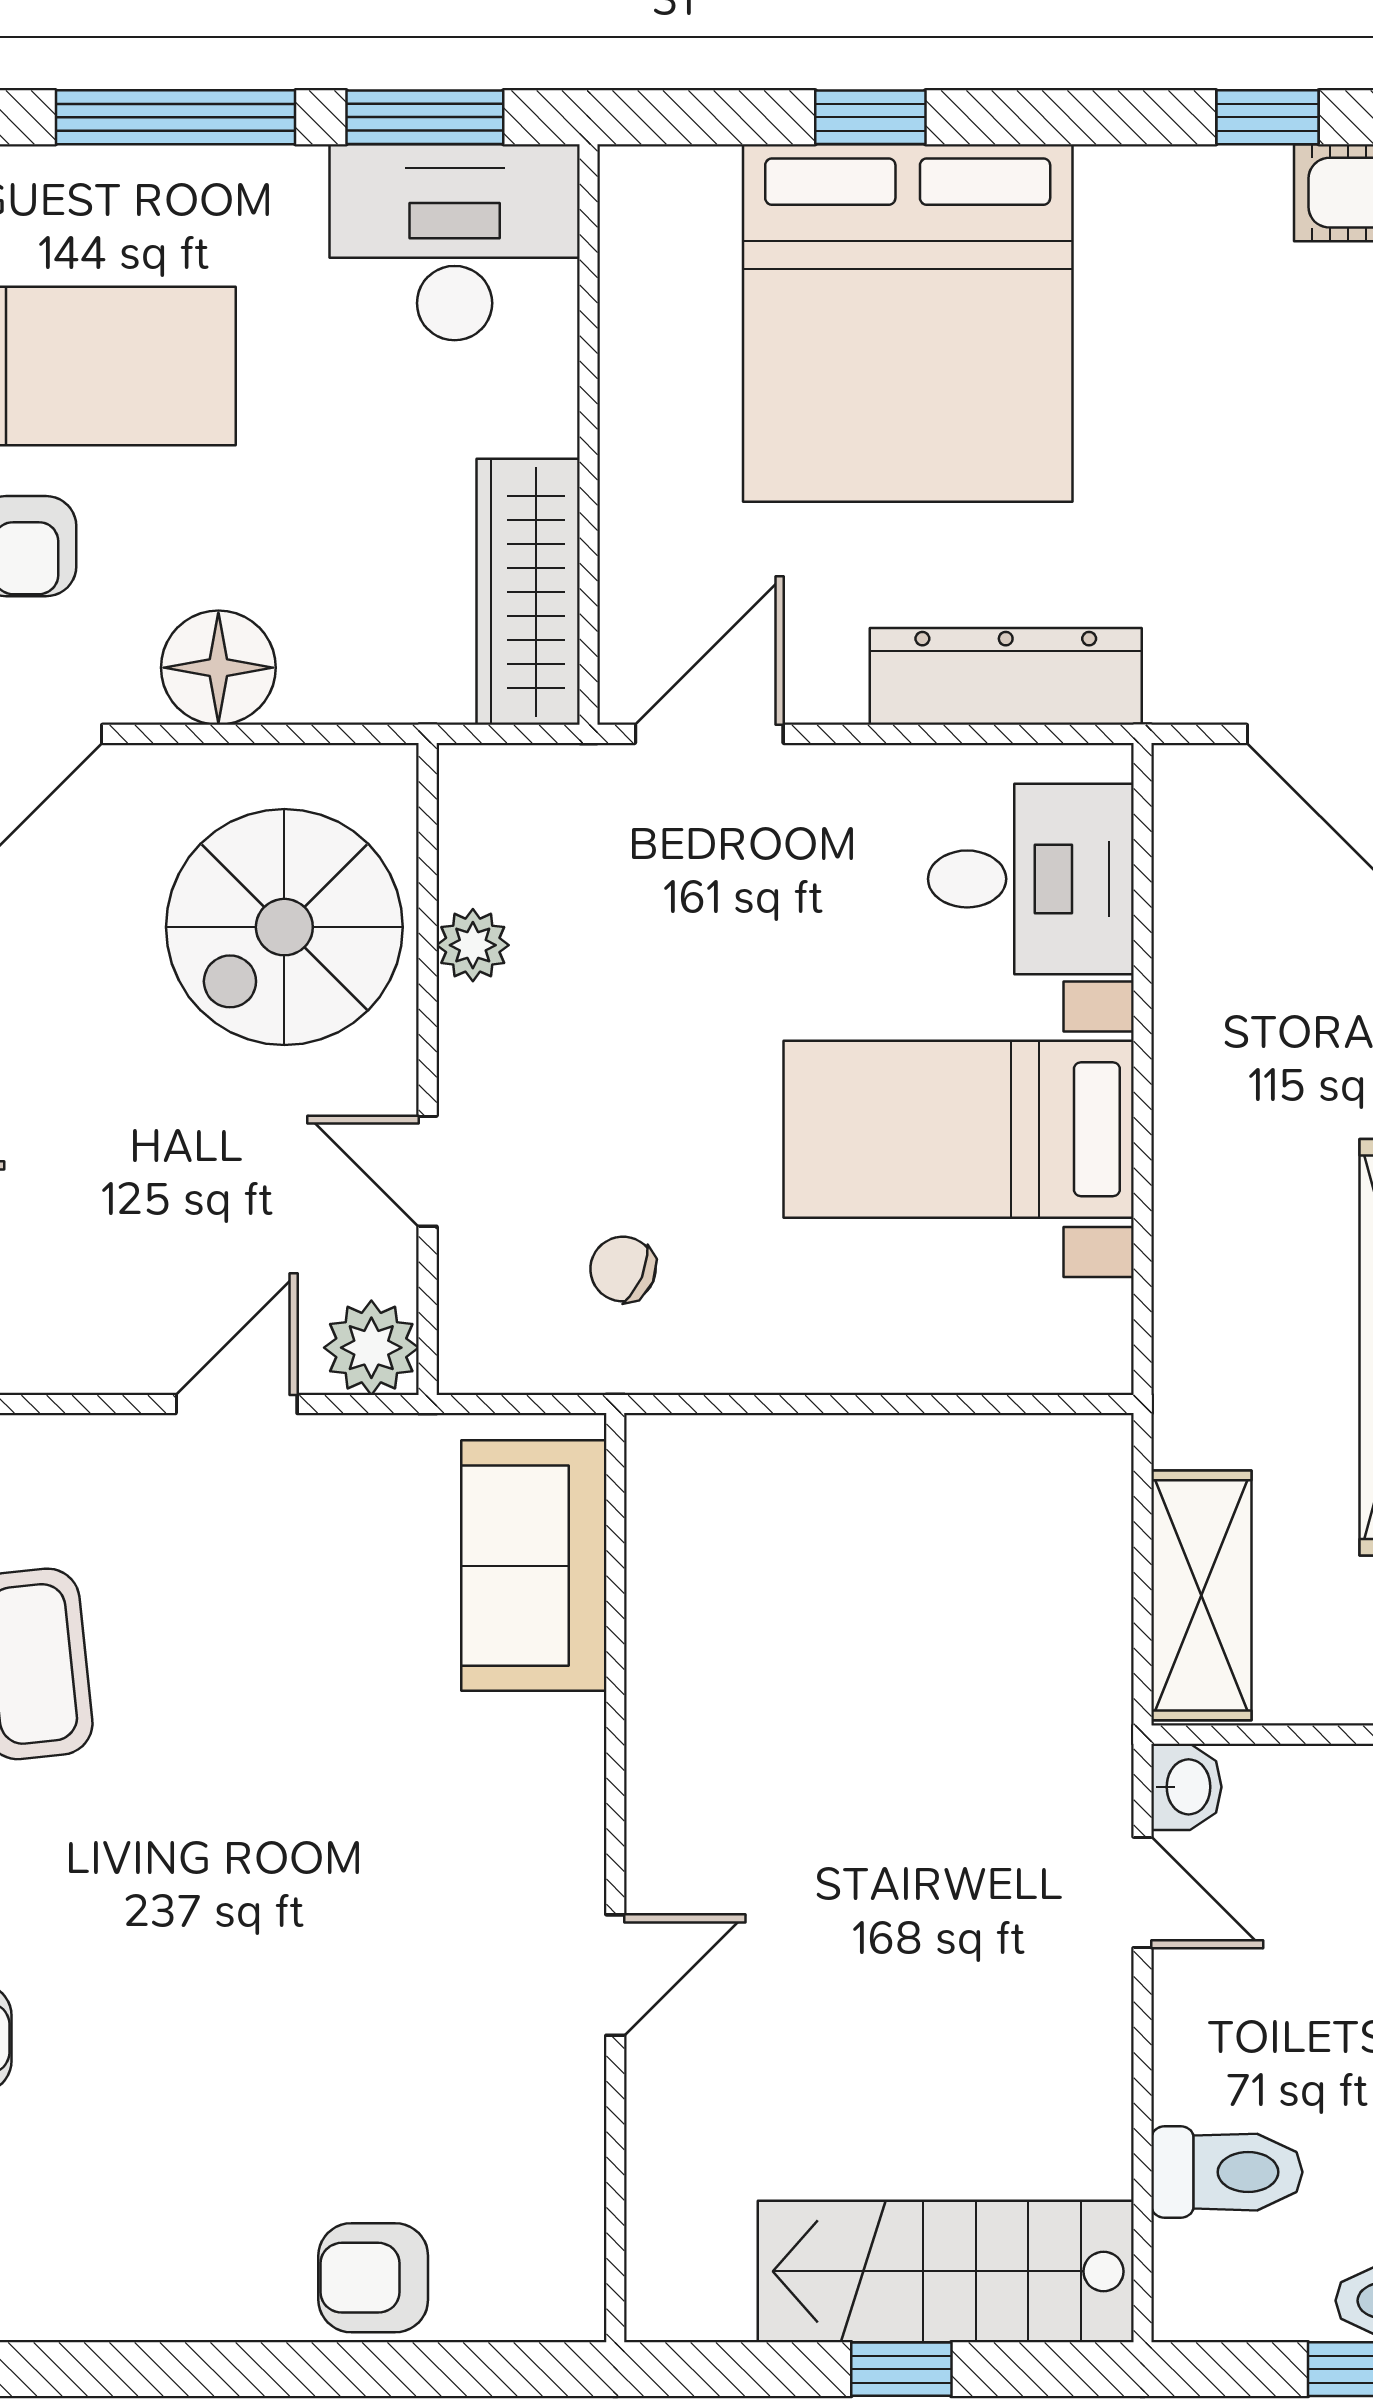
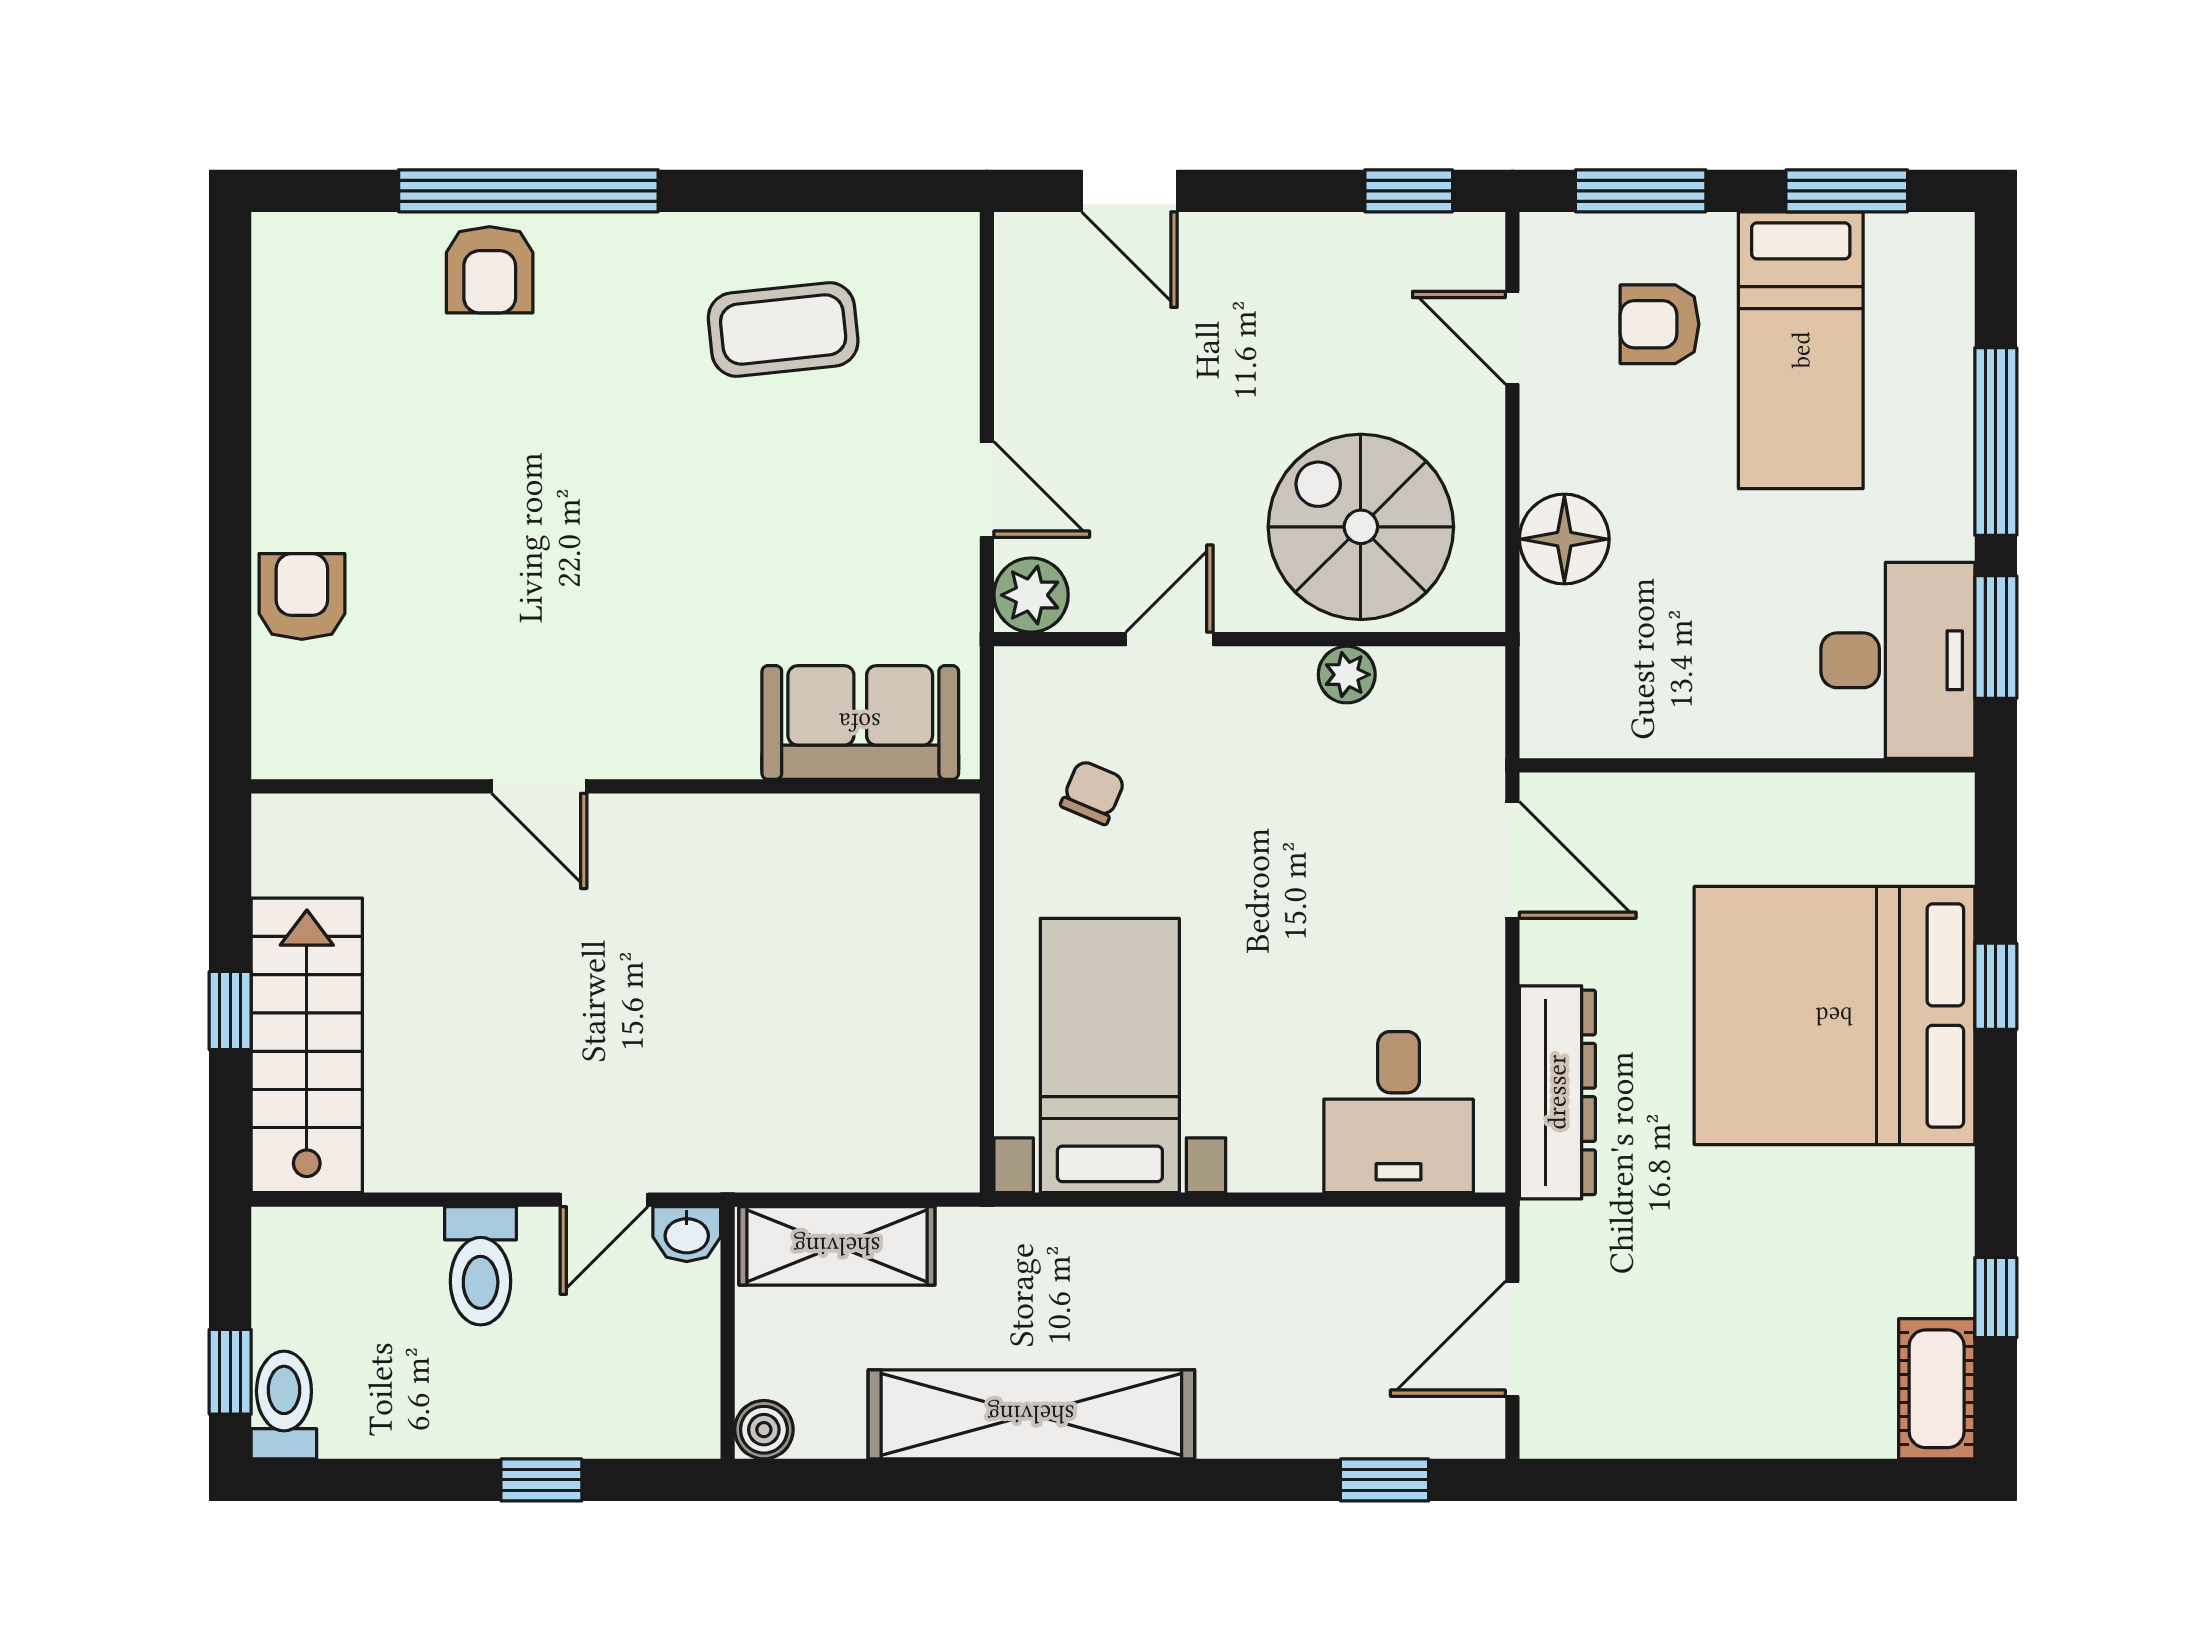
wardrobe: (528, 592) -> (1624, 718), removed
floor lamp: (218, 668) -> (1564, 539), moved
bed with nightstands: (959, 1129) -> (1110, 1055), moved
toilet: (1227, 2172) -> (481, 1266), moved

